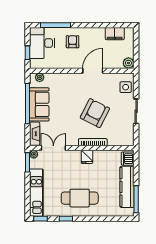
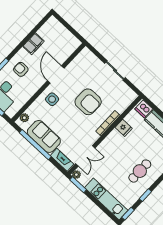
filing cabinet: (115, 34) -> (34, 44), moved
plant: (128, 63) -> (75, 43), removed
side table: (126, 87) -> (52, 99), moved
armchair: (95, 113) -> (88, 102), turned 153
double door: (53, 148) -> (85, 156), swing flipped
fridge: (87, 157) -> (124, 128), moved
cafe table: (80, 198) -> (140, 171), width x0.73, depth x0.74

